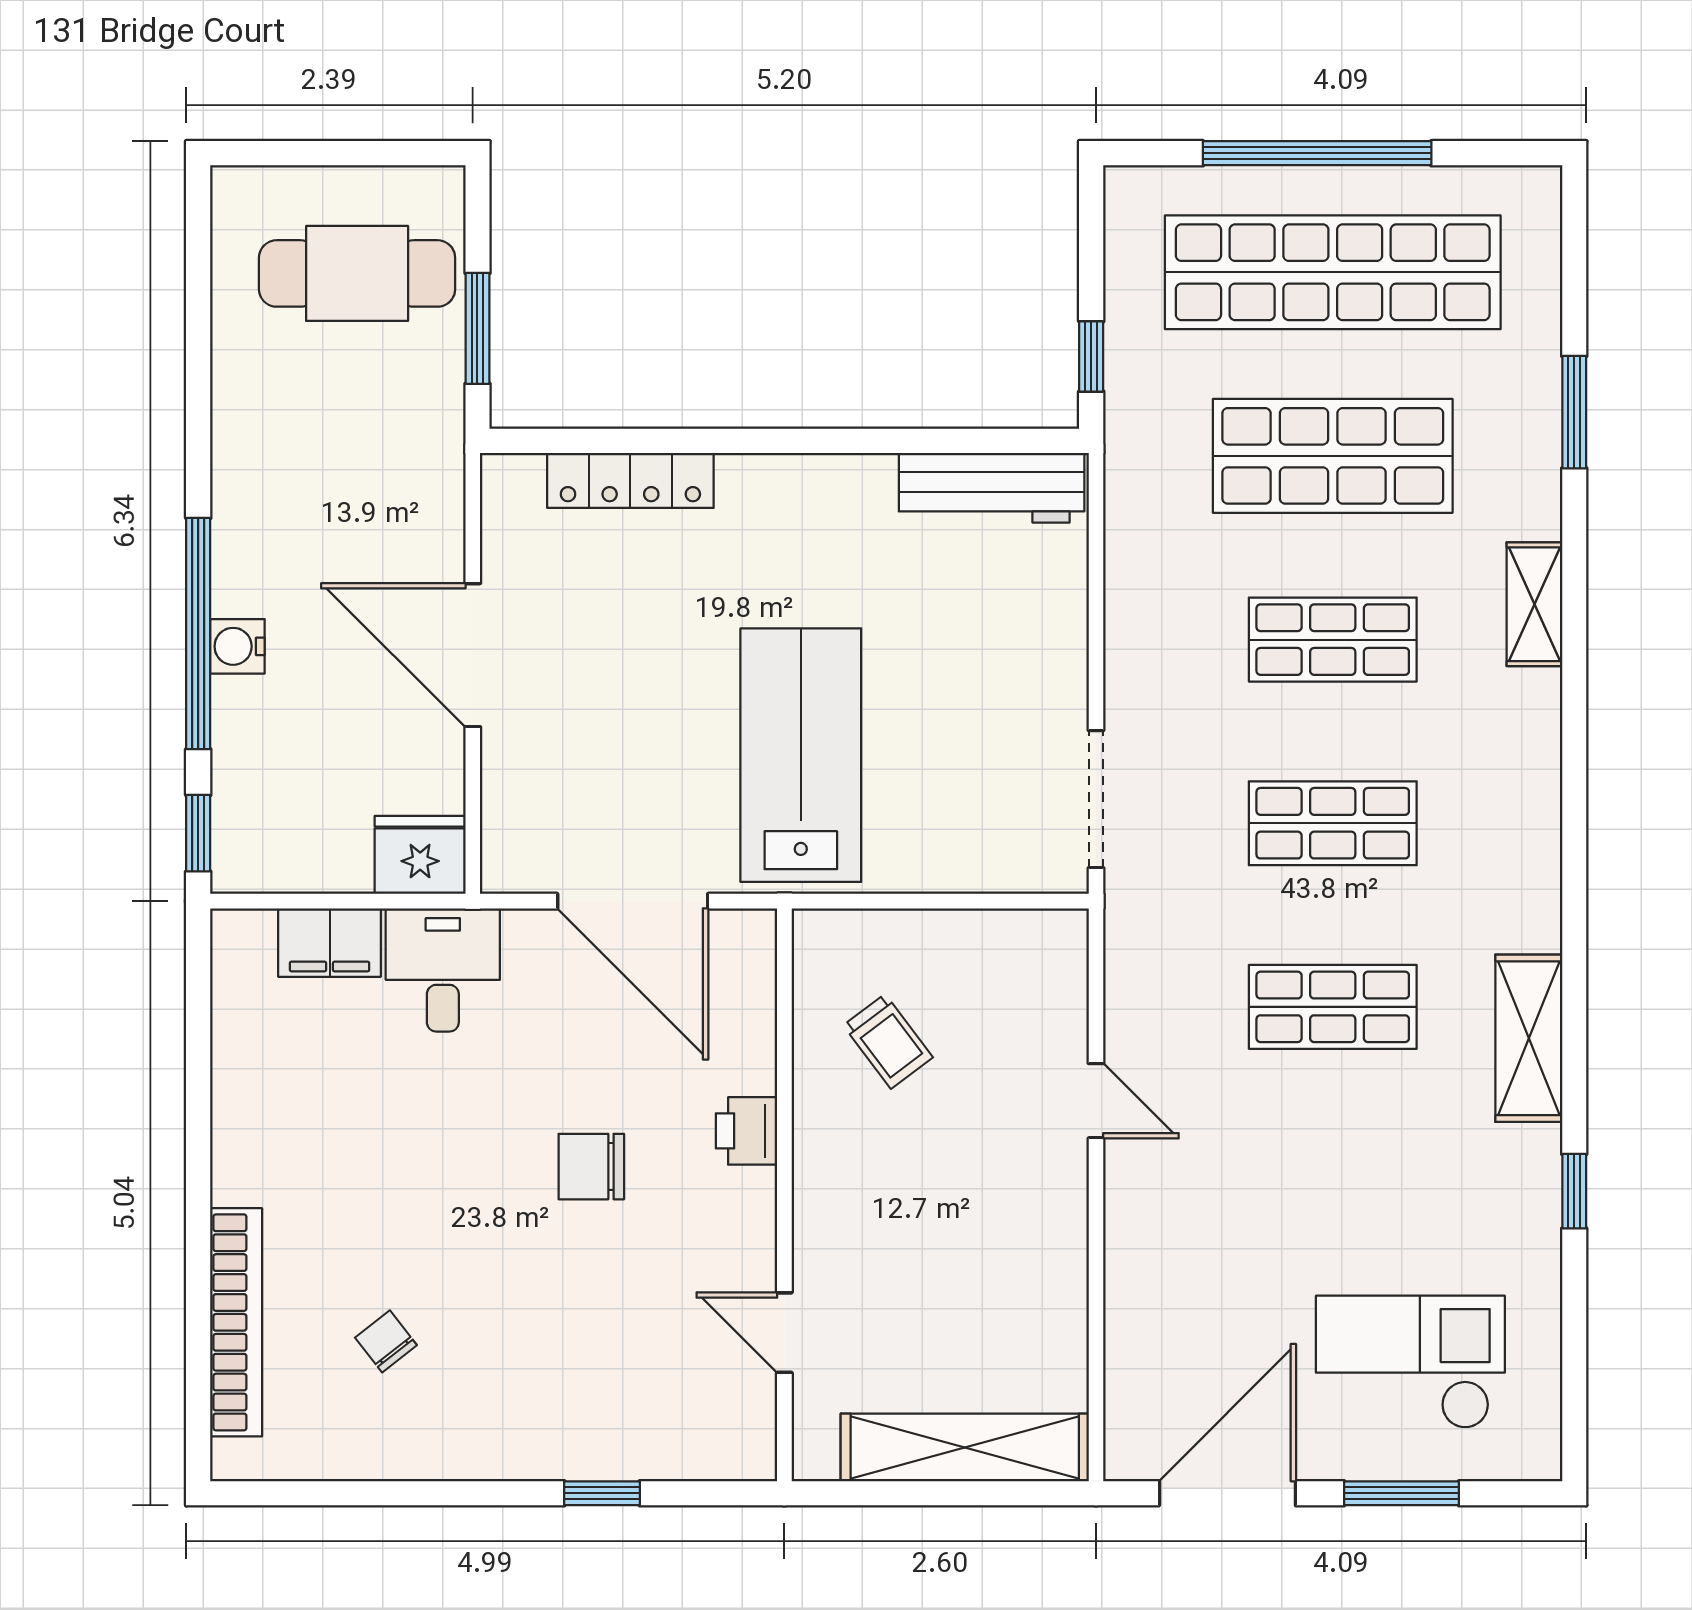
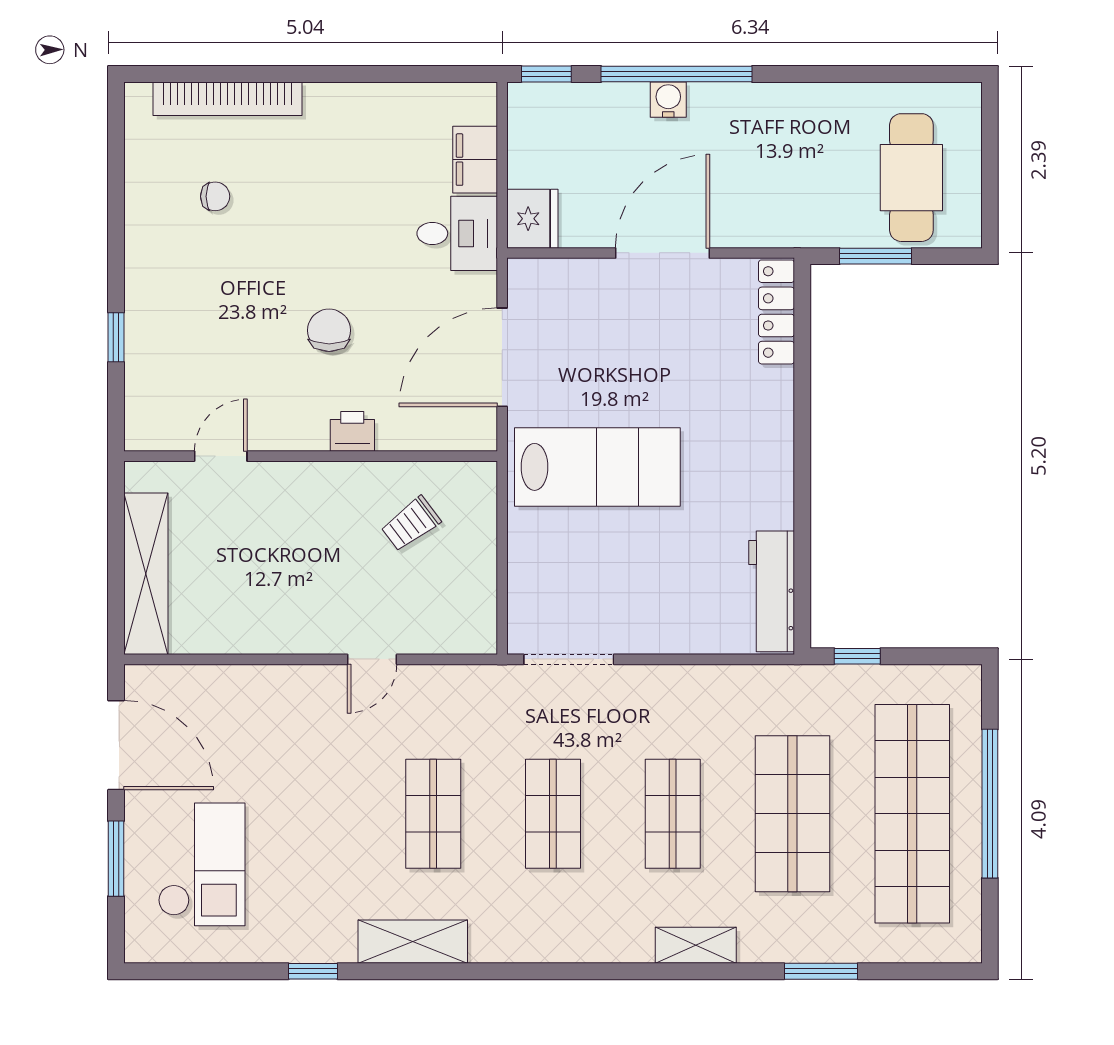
locker: (630, 480) -> (776, 312), moved
chair: (386, 1341) -> (215, 196), turned 38

